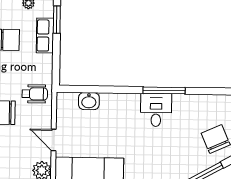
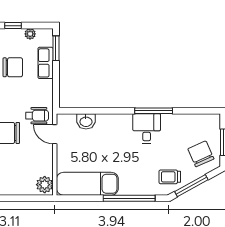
door: (54, 140) -> (55, 134), moved
trolley: (181, 164) -> (170, 177), added

